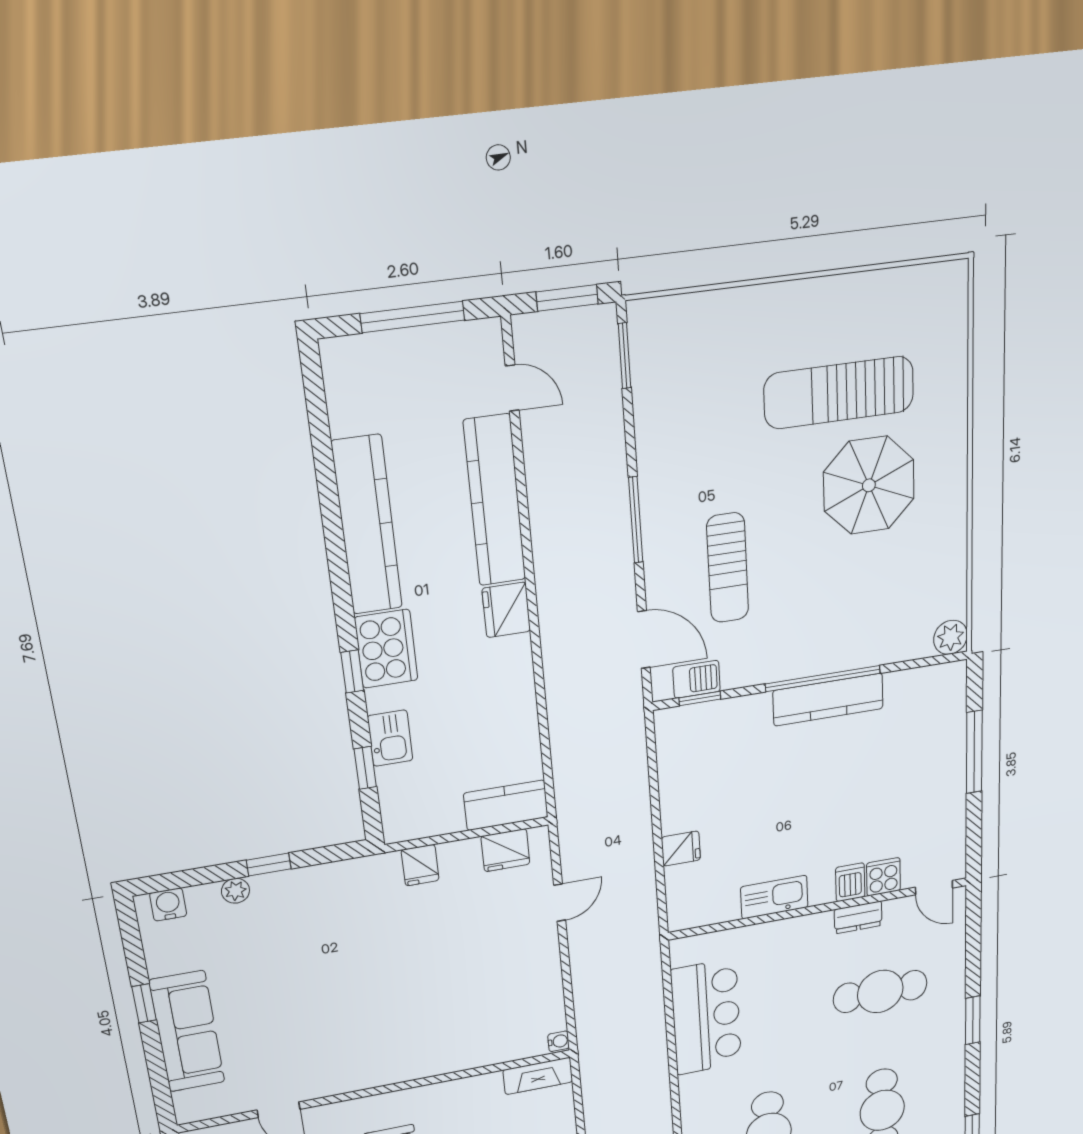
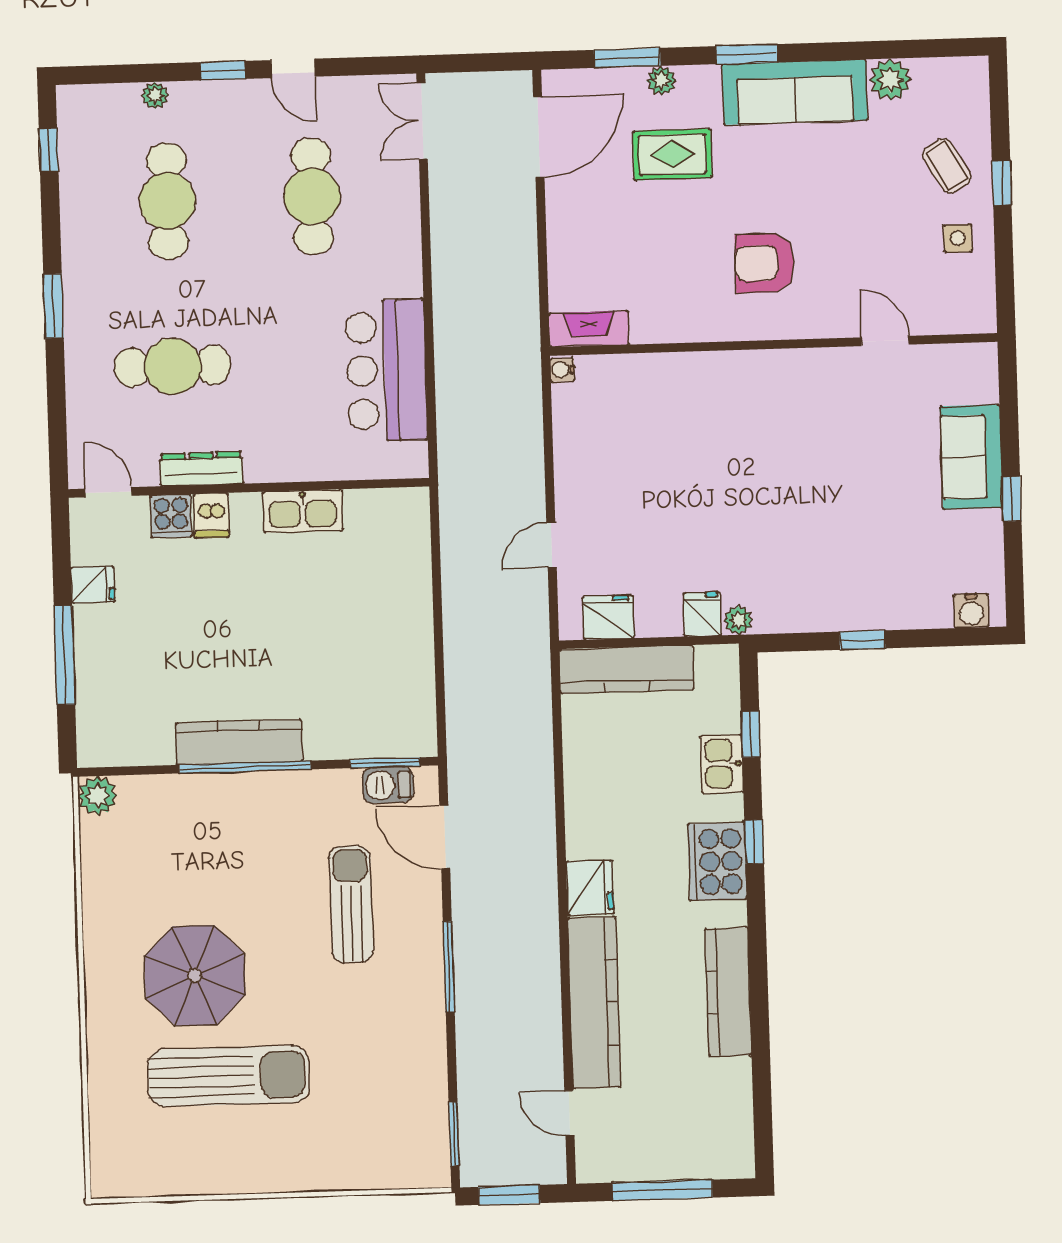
kitchen counter: (367, 525) -> (728, 992), width x0.72, depth x0.86
window: (700, 699) -> (385, 763), width x1.50
kitchen counter: (506, 805) -> (627, 669), width x1.50
fridge: (681, 849) -> (93, 585), moved, turned 180
plant: (235, 891) -> (738, 620), moved
dresser: (858, 917) -> (201, 469), width x1.44
sofa: (187, 1031) -> (971, 457), width x0.73

